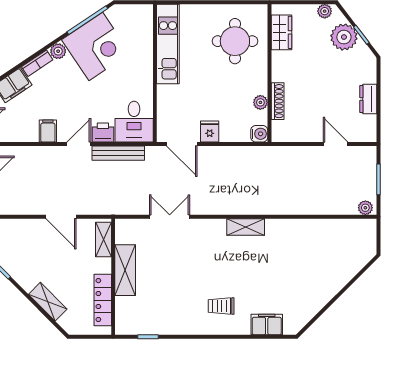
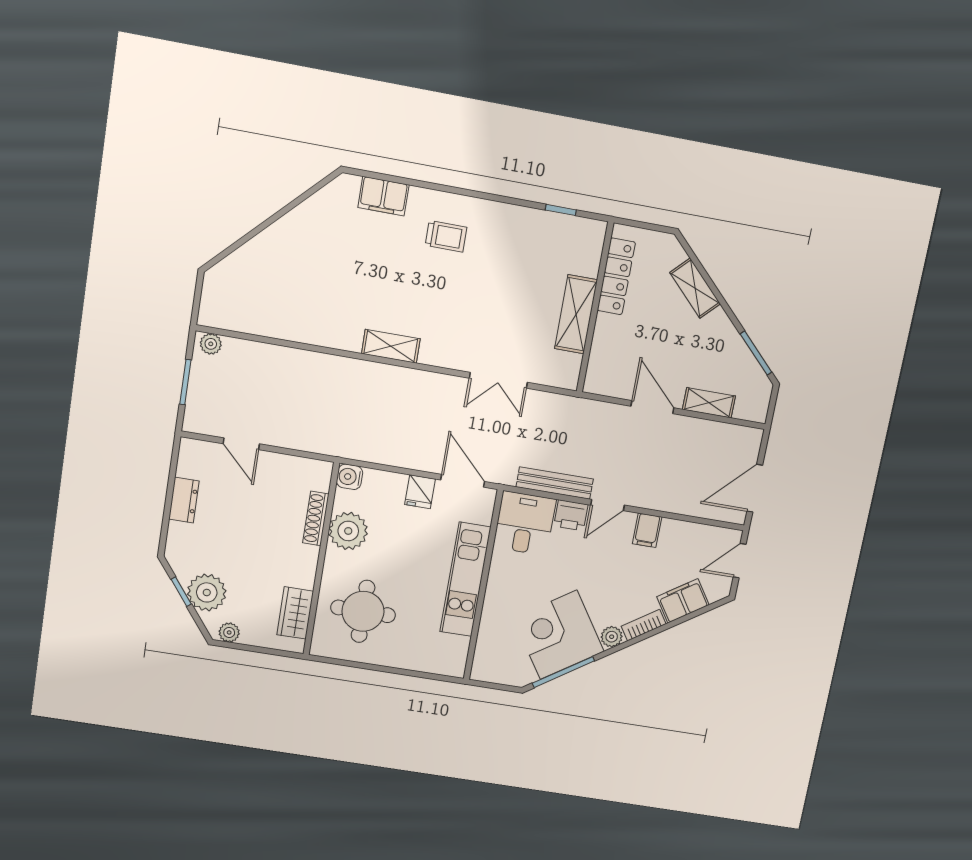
kitchen unit: (168, 44) -> (465, 579), moved
plant: (260, 102) -> (348, 531), width x1.88, depth x1.88
shelving: (103, 240) -> (709, 403), moved, turned 90

